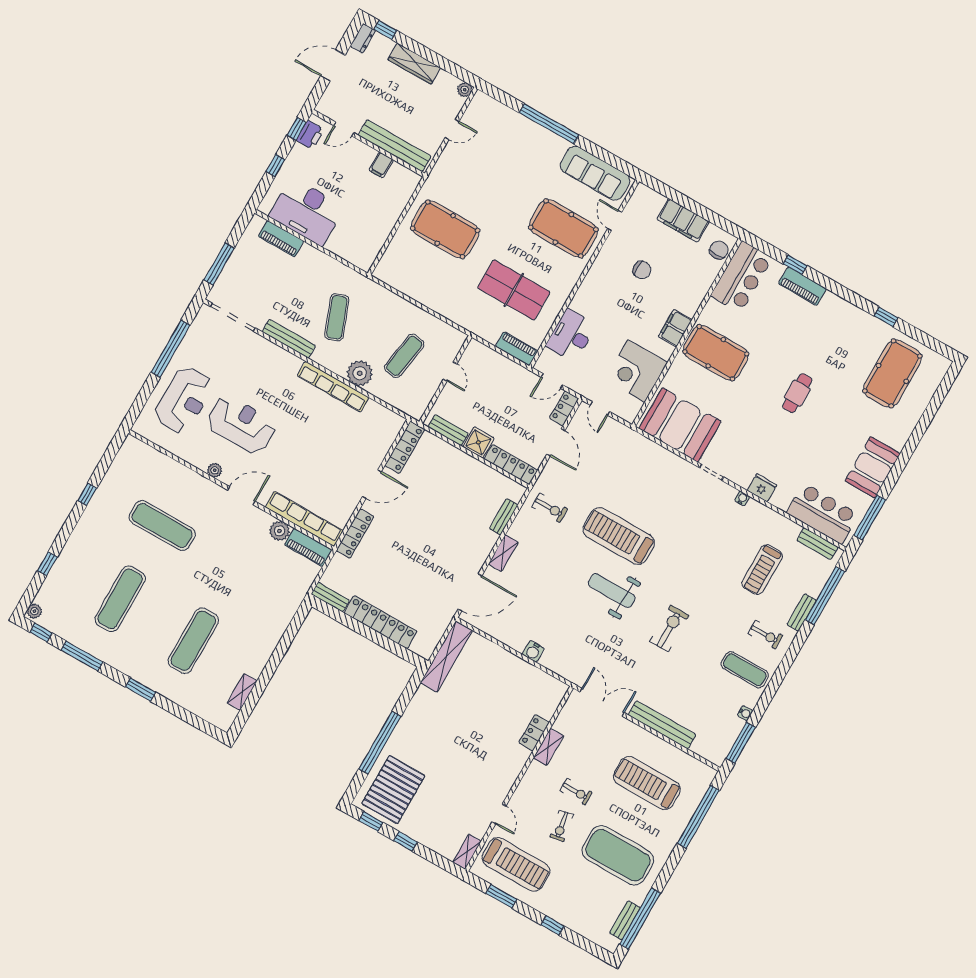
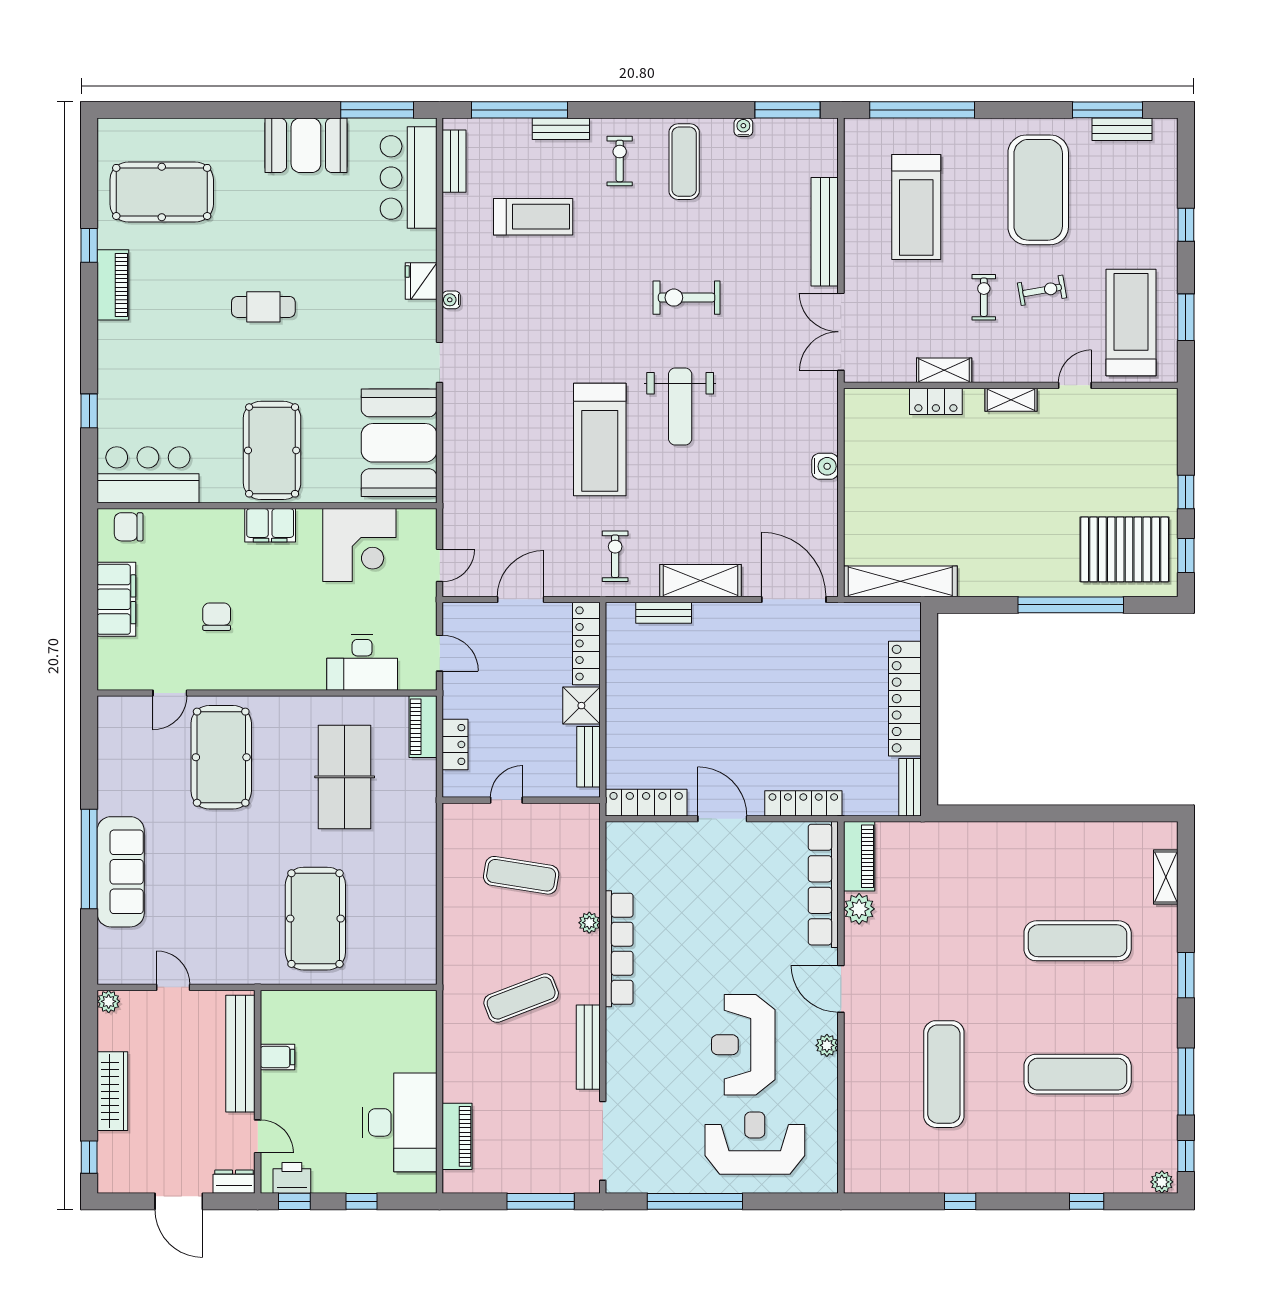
dresser: (363, 38) -> (234, 1182), moved
sofa: (595, 173) -> (121, 872), moved
piano: (802, 286) -> (113, 285), moved
plant: (360, 373) -> (589, 923), width x0.53, depth x0.53
locker: (564, 408) -> (455, 744), moved, turned -90
shelving: (503, 553) -> (700, 581), width x1.50, depth x1.33
shelving: (242, 692) -> (1166, 877), moved, turned 90
shelving: (467, 852) -> (1011, 400), moved
window: (640, 918) -> (1107, 110), width x0.68

